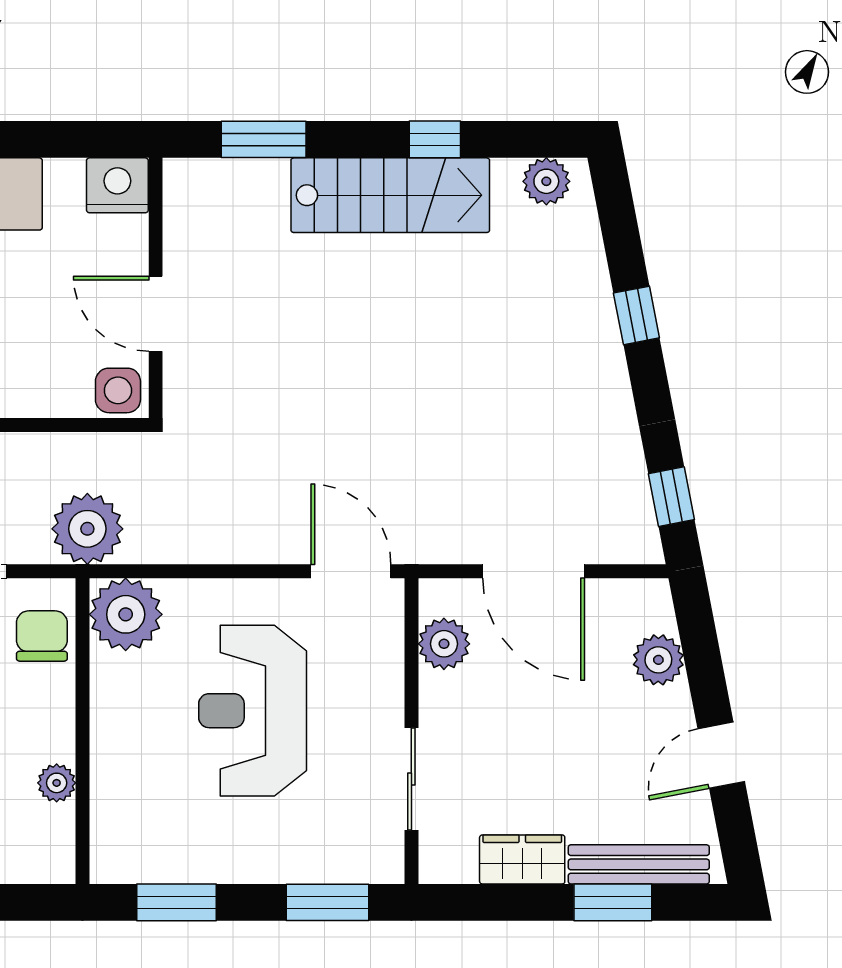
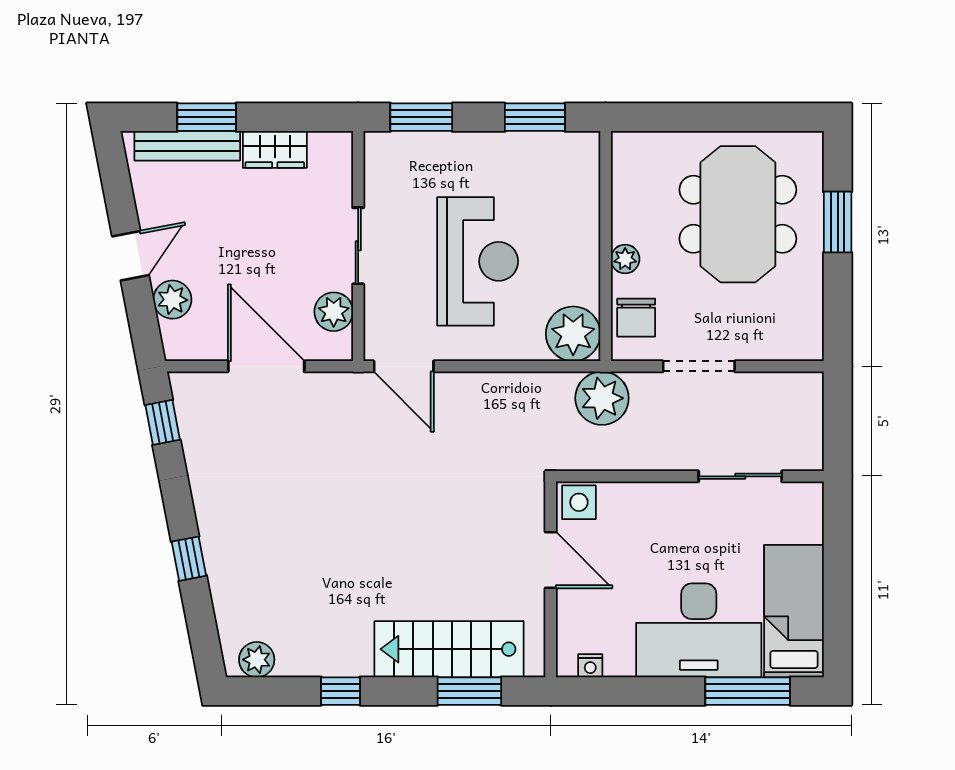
nightstand: (117, 185) -> (590, 666), width x0.53, depth x0.56
stairs: (390, 195) -> (449, 649), moved
door: (721, 755) -> (130, 256), moved
sliding door: (411, 779) -> (358, 246), moved
plant: (57, 783) -> (625, 259), moved

